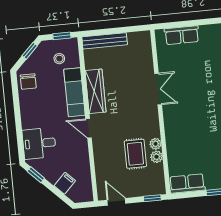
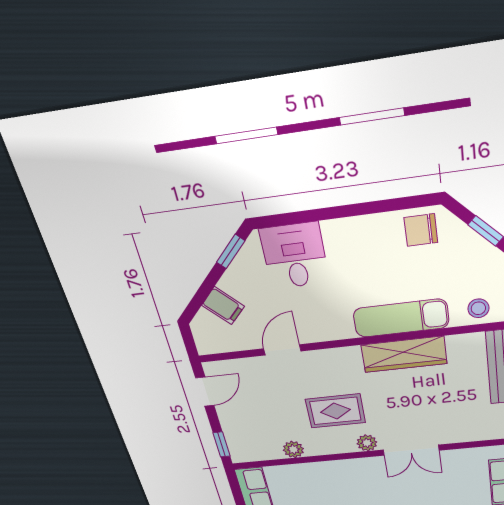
stool: (59, 59) -> (478, 308), moved
door: (89, 128) -> (282, 350), moved
plant: (155, 144) -> (367, 443), moved
rug: (135, 154) -> (335, 411), moved

